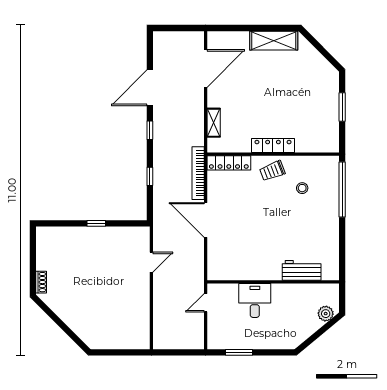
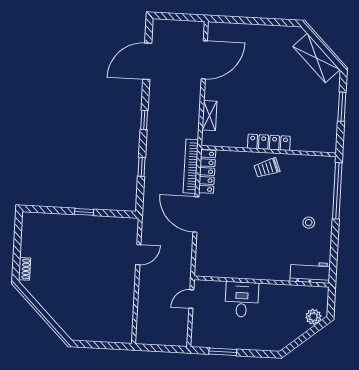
shelving: (274, 41) -> (316, 58), moved, turned 45
door: (150, 88) -> (147, 61), moved
locker: (229, 163) -> (207, 172), moved, turned -90
stool: (302, 188) -> (309, 223), moved
workbench: (302, 270) -> (310, 272), moved

